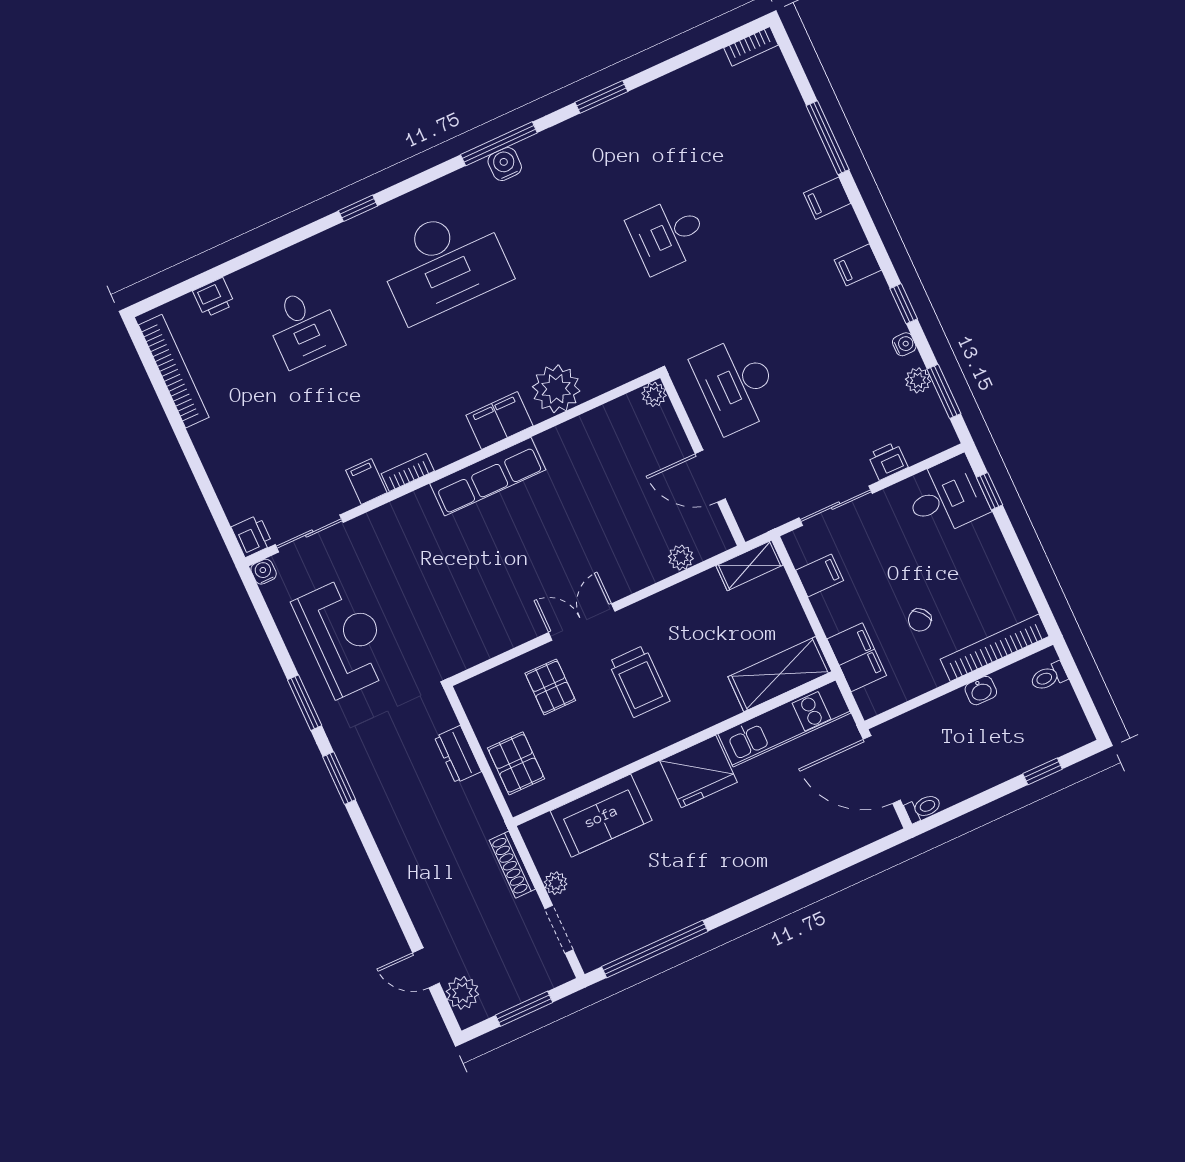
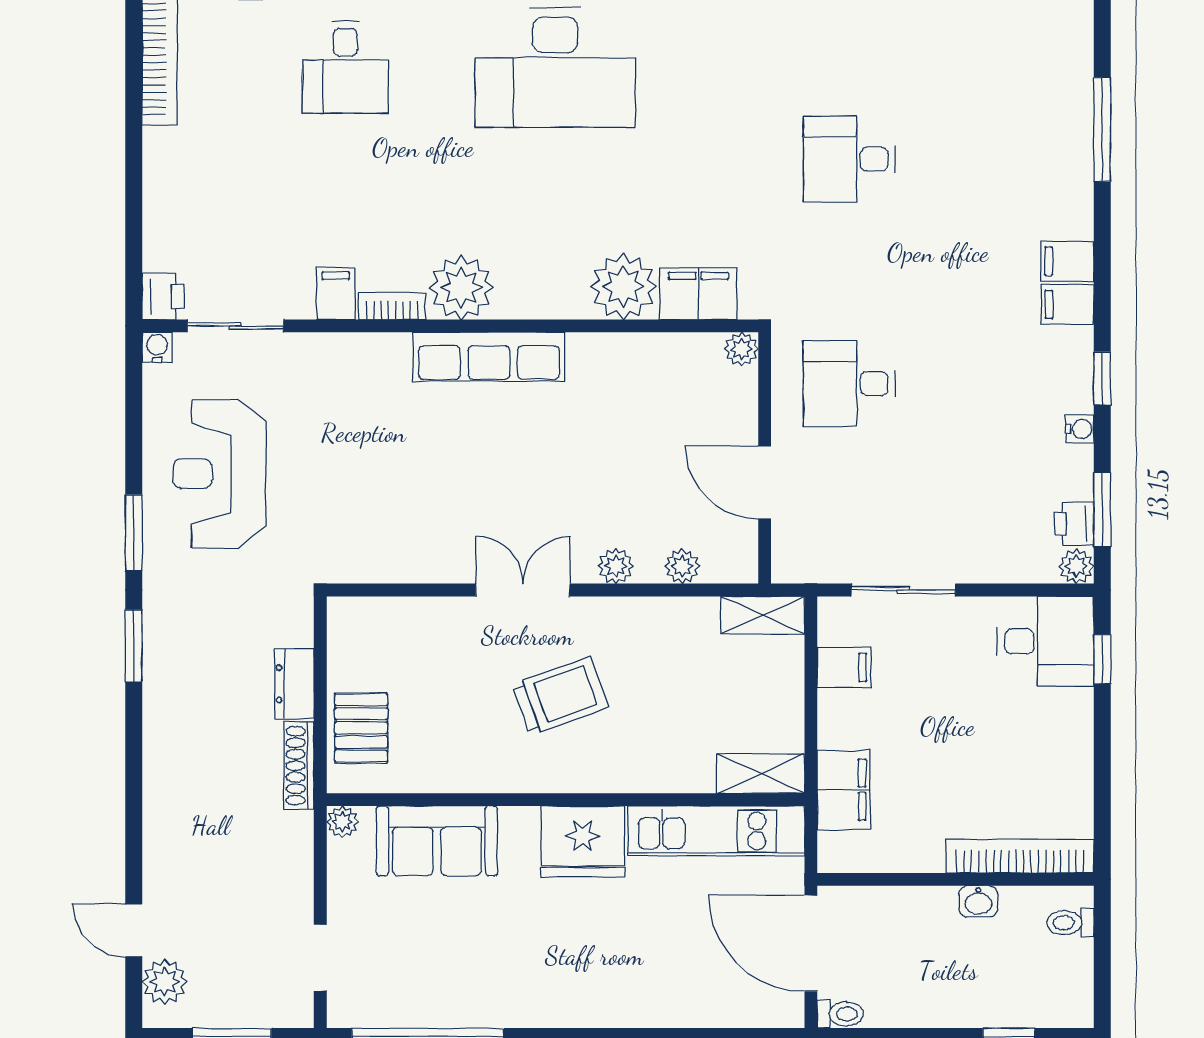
filing cabinet: (827, 198) -> (1067, 261), moved
plant: (918, 380) -> (1076, 566), moved
desk: (737, 384) -> (849, 384), width x0.73
filing cabinet: (500, 420) -> (698, 294), moved
plant: (448, 439) -> (461, 288), added
printer: (888, 461) -> (1074, 524), moved, turned -90
plant: (636, 578) -> (616, 566), added
chair: (920, 620) -> (943, 779), removed
reception desk: (344, 637) -> (219, 474), turned 180
shelving: (780, 674) -> (761, 774), width x0.67, depth x0.75
trolley: (639, 681) -> (560, 696), turned -110
pallet: (550, 687) -> (447, 653), removed
shoe rack: (512, 865) -> (299, 766), moved
plant: (556, 883) -> (342, 822), moved

